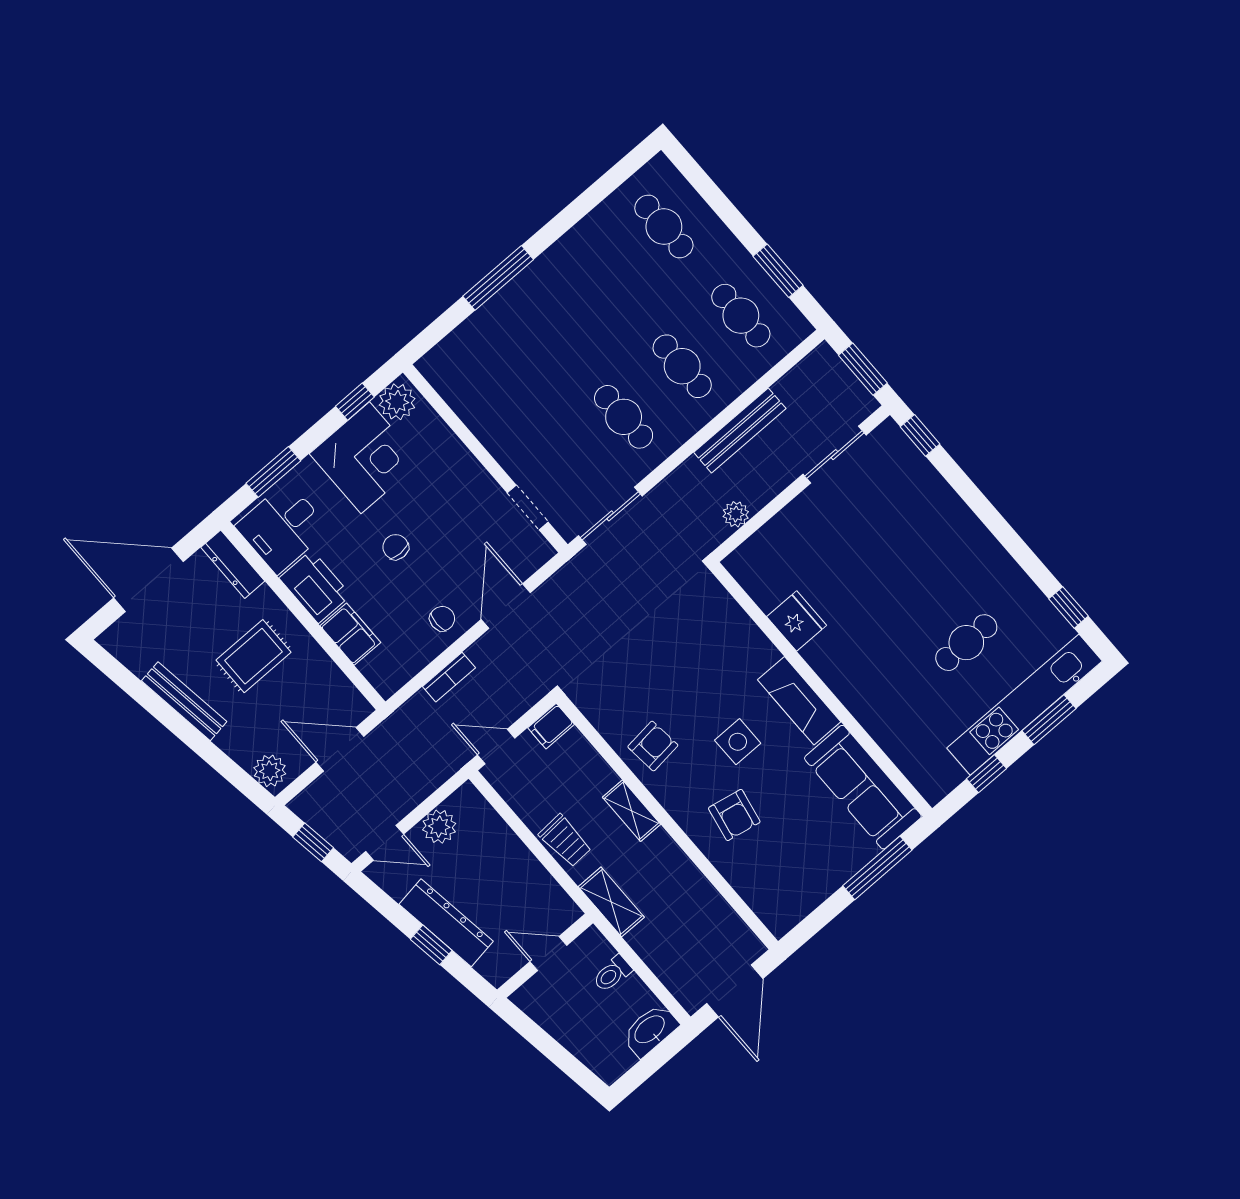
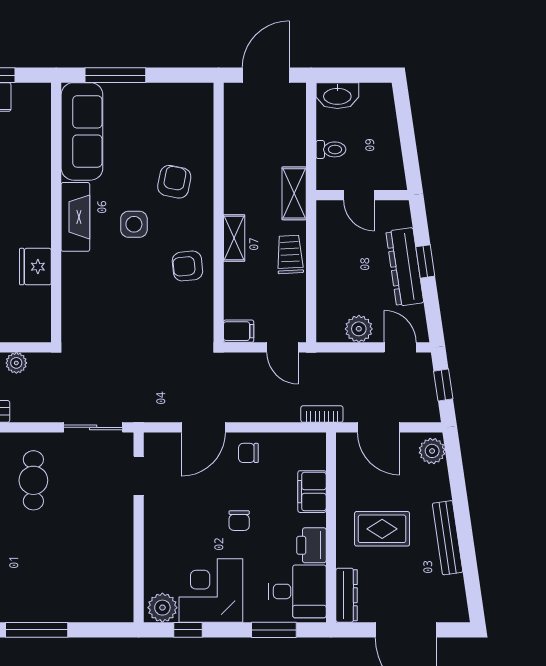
printer: (315, 587) -> (311, 545), width x0.73, depth x0.84
bookcase: (449, 677) -> (322, 414), moved

